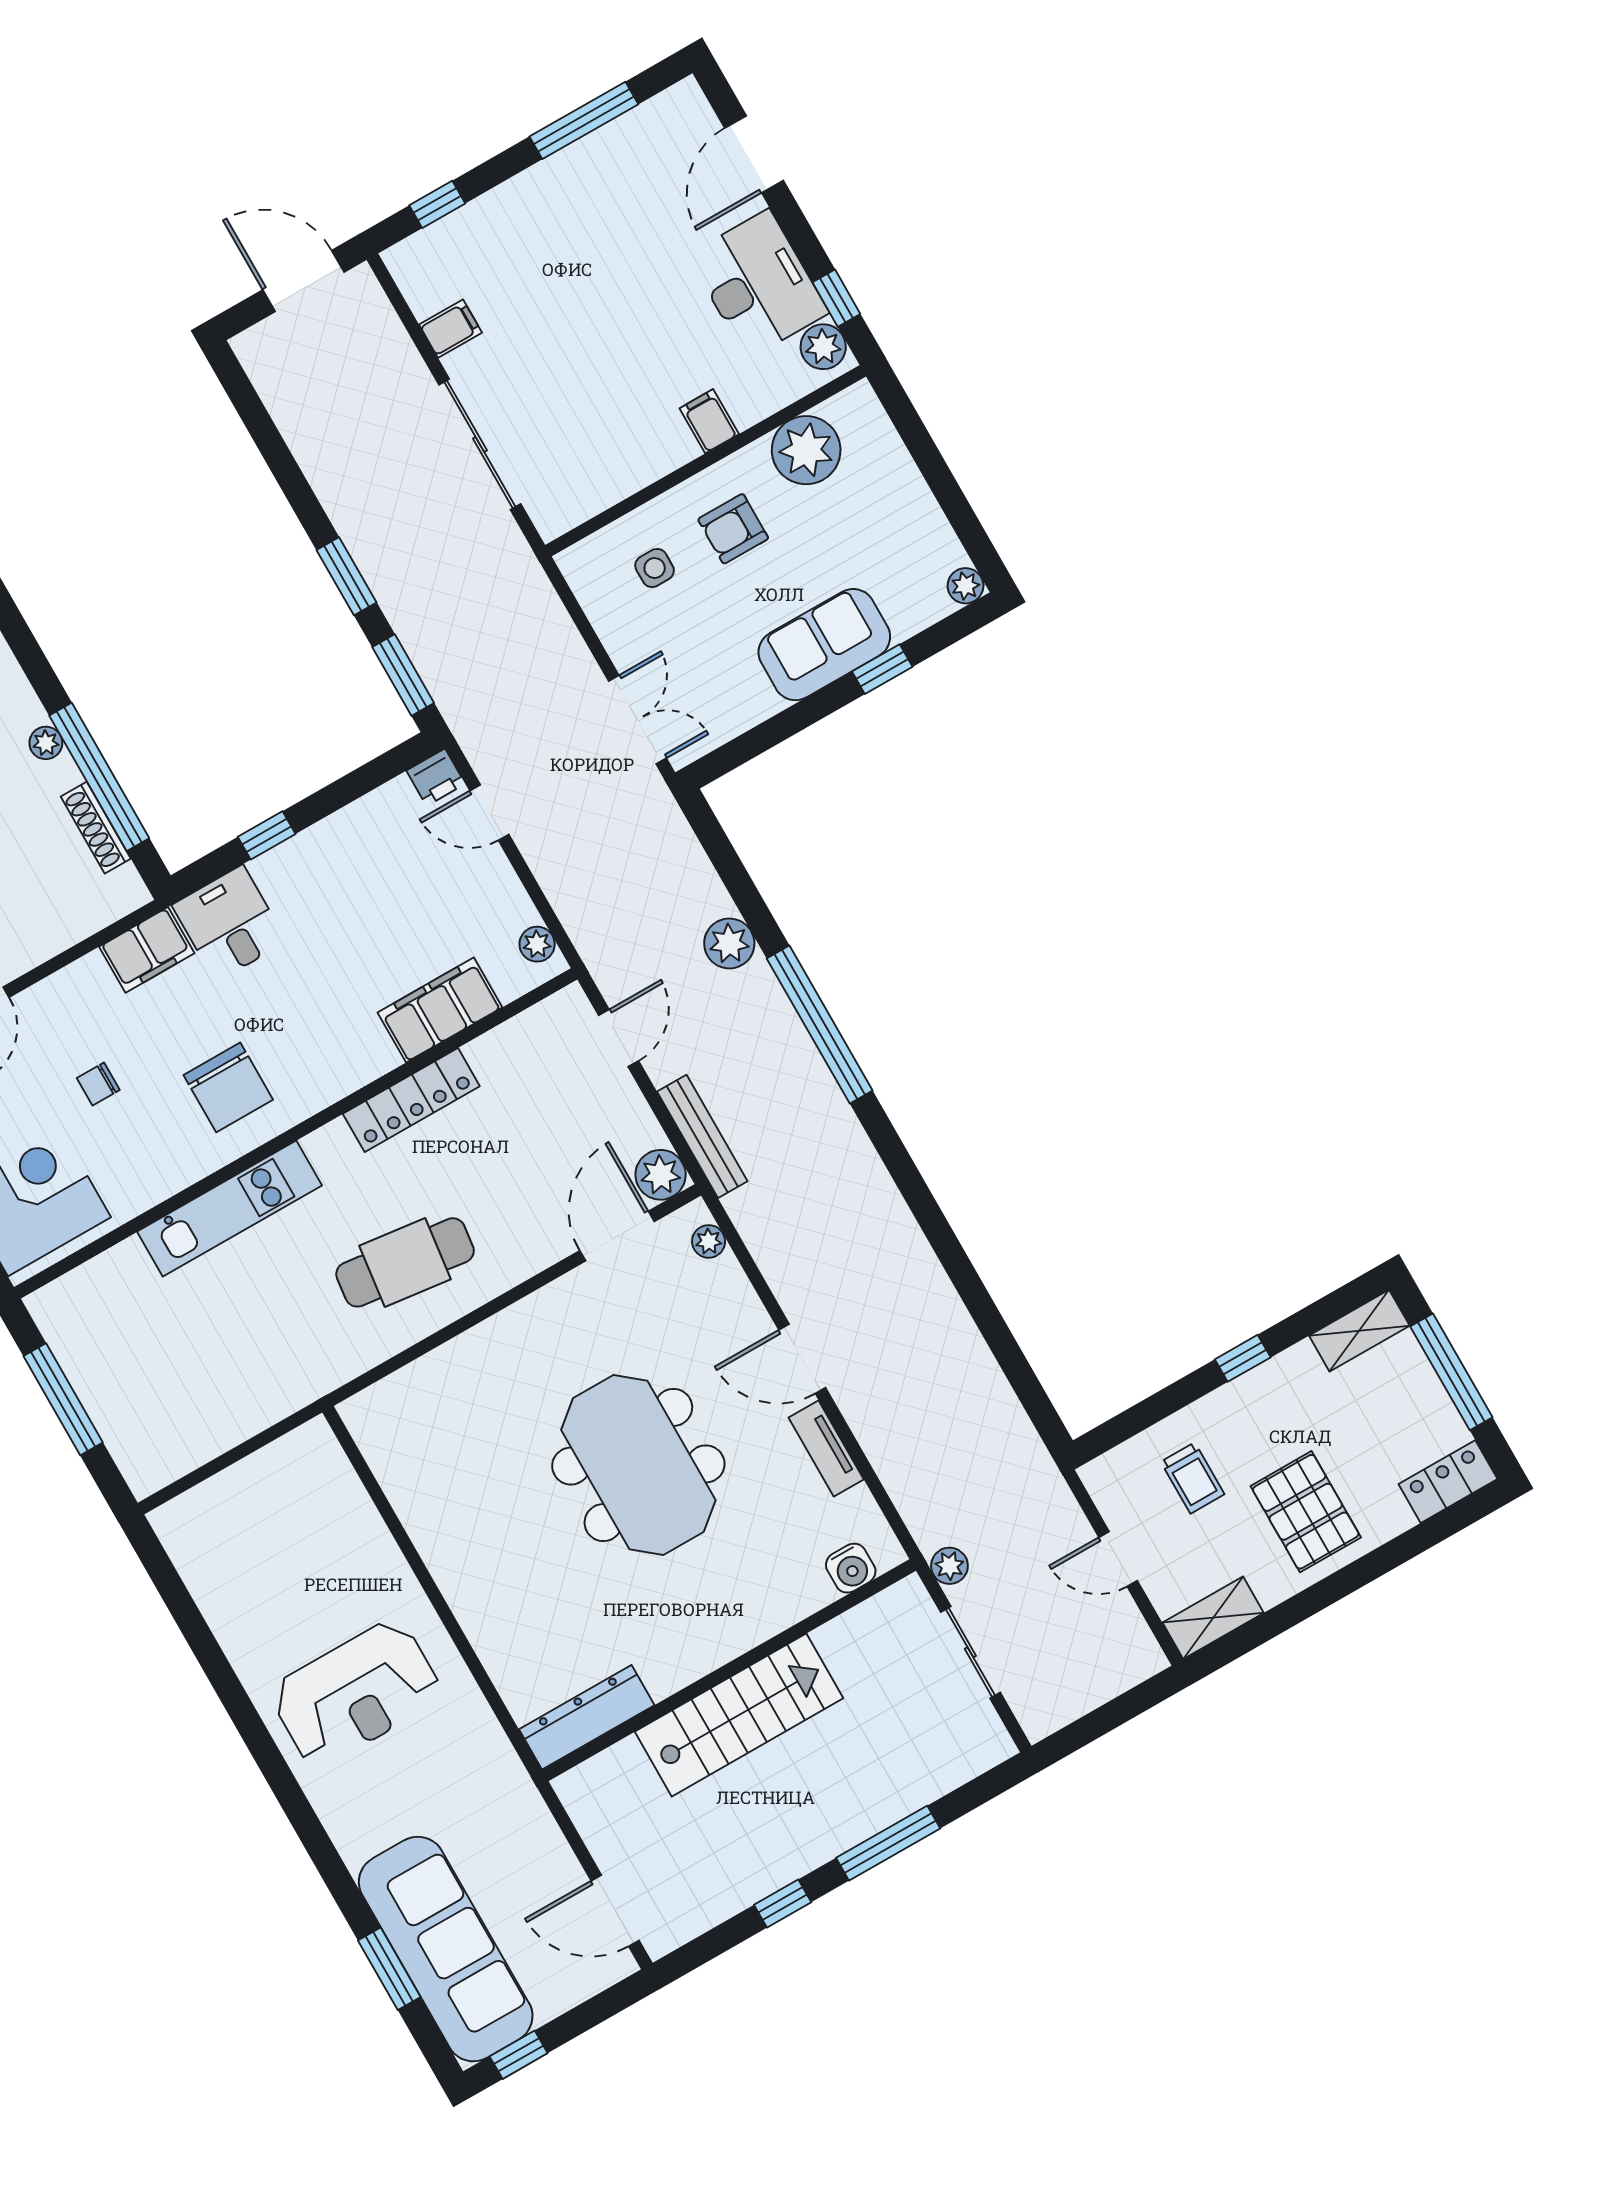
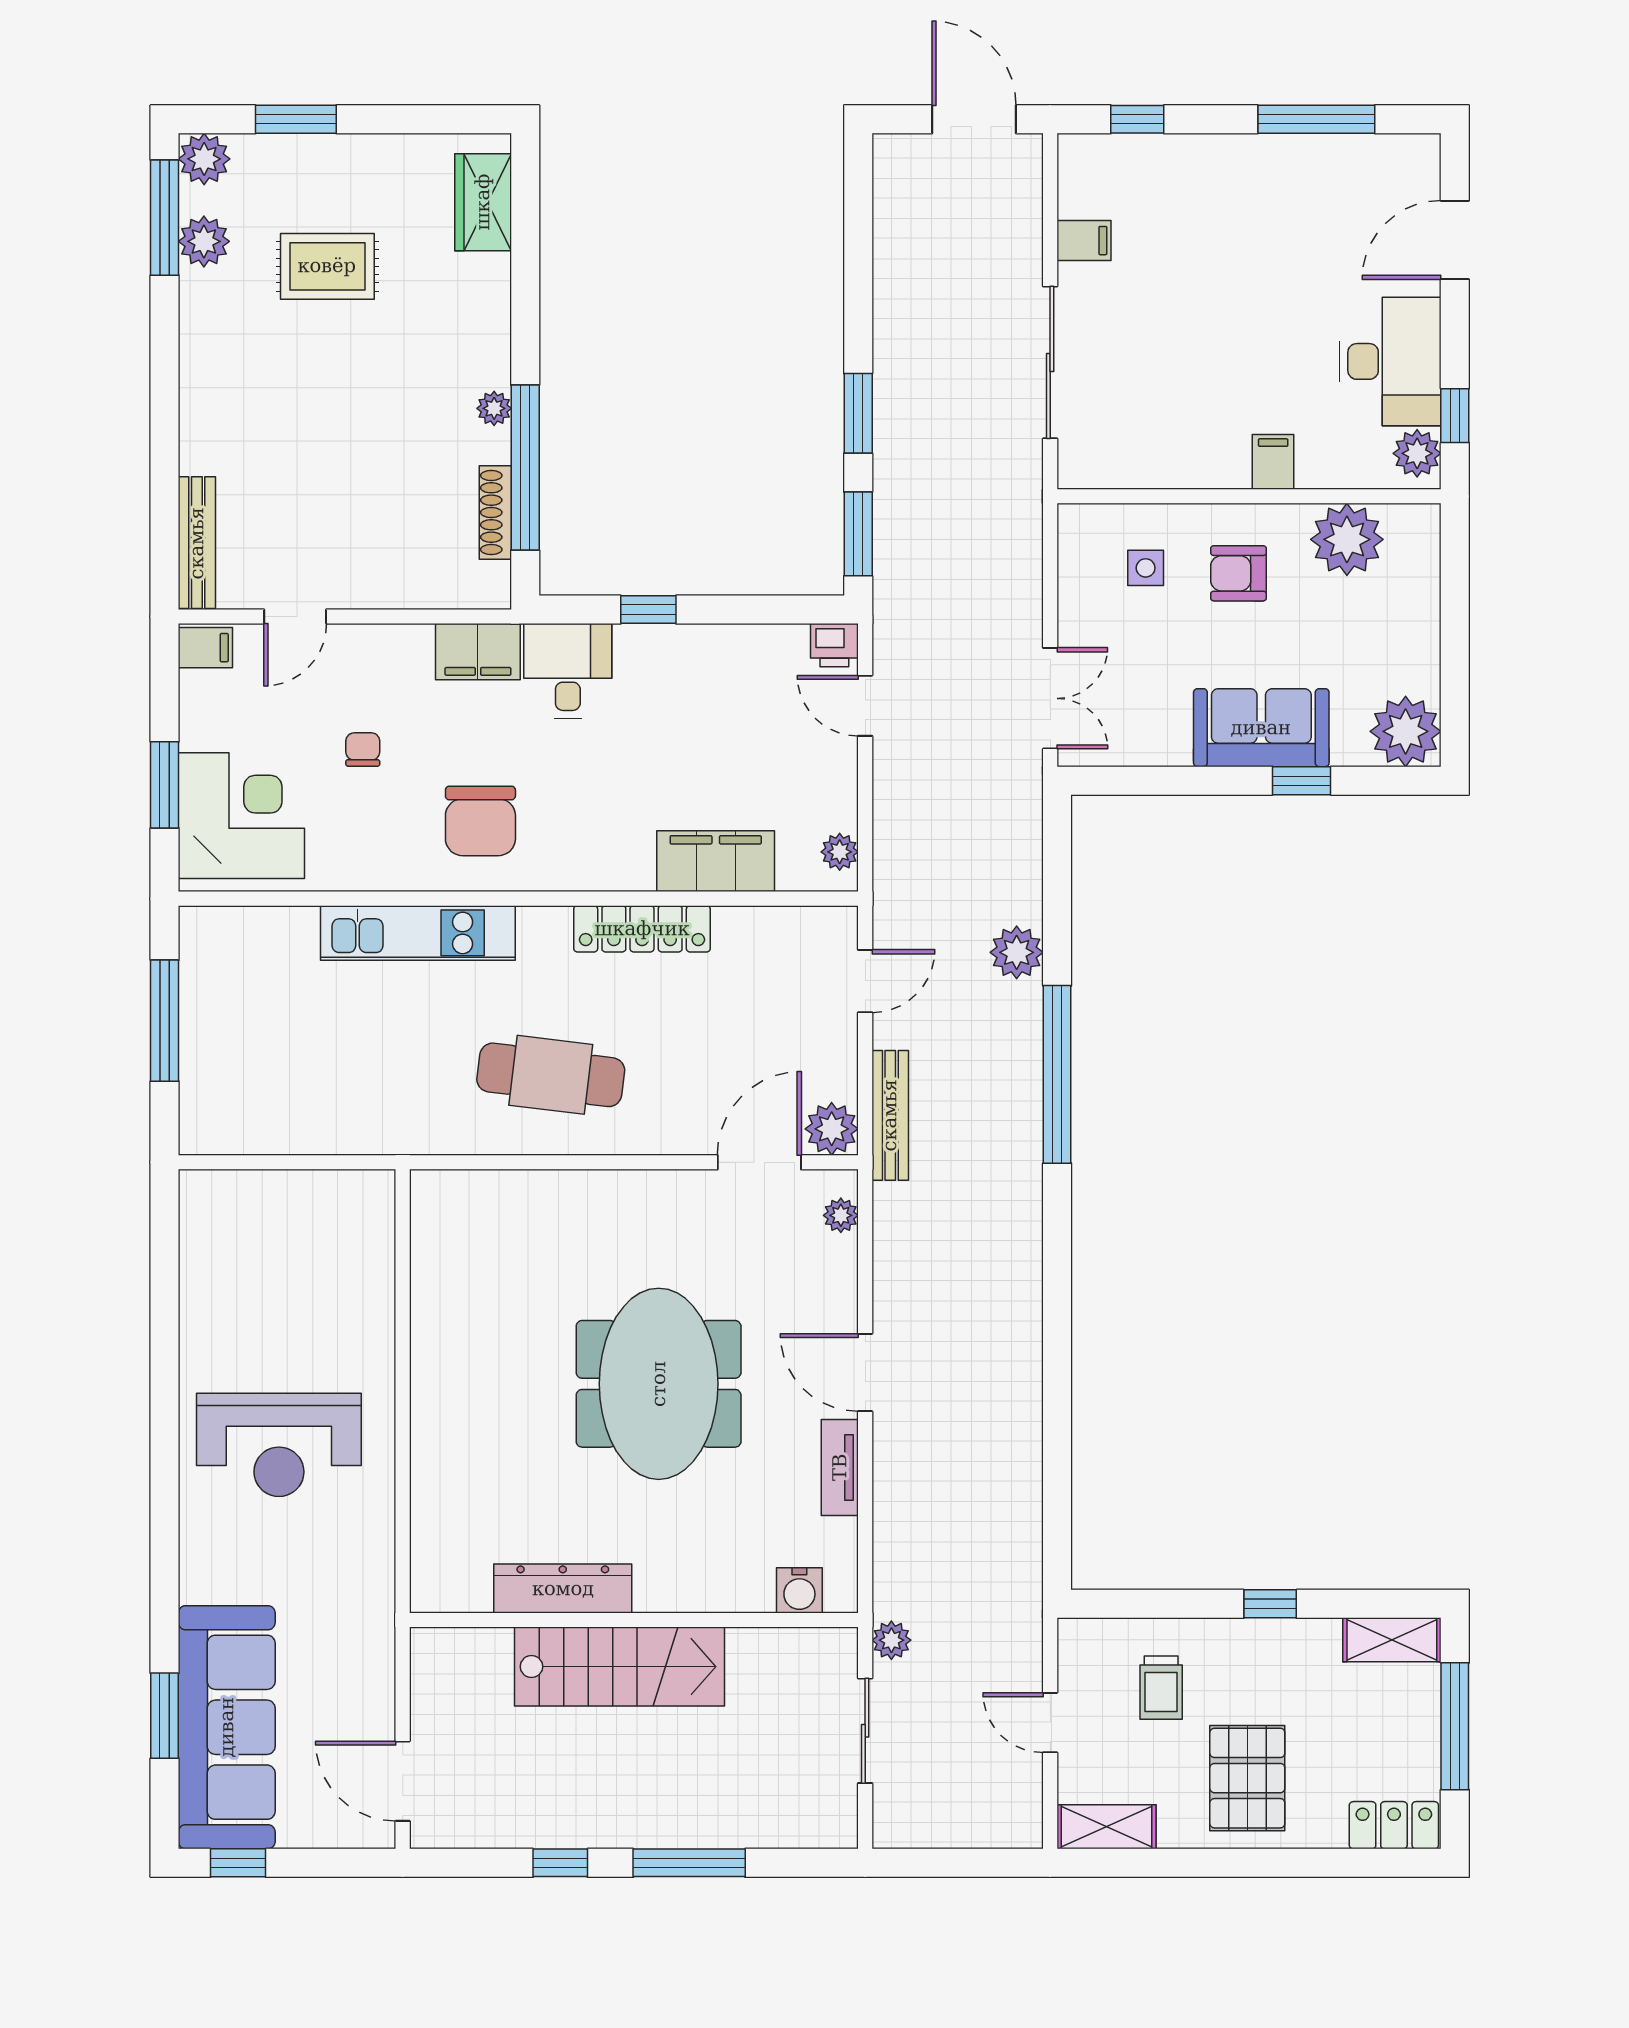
plant: (965, 586) -> (1406, 731), width x1.87, depth x1.87
chair: (98, 1084) -> (363, 749), turned 90
dresser: (587, 1717) -> (563, 1589), moved

